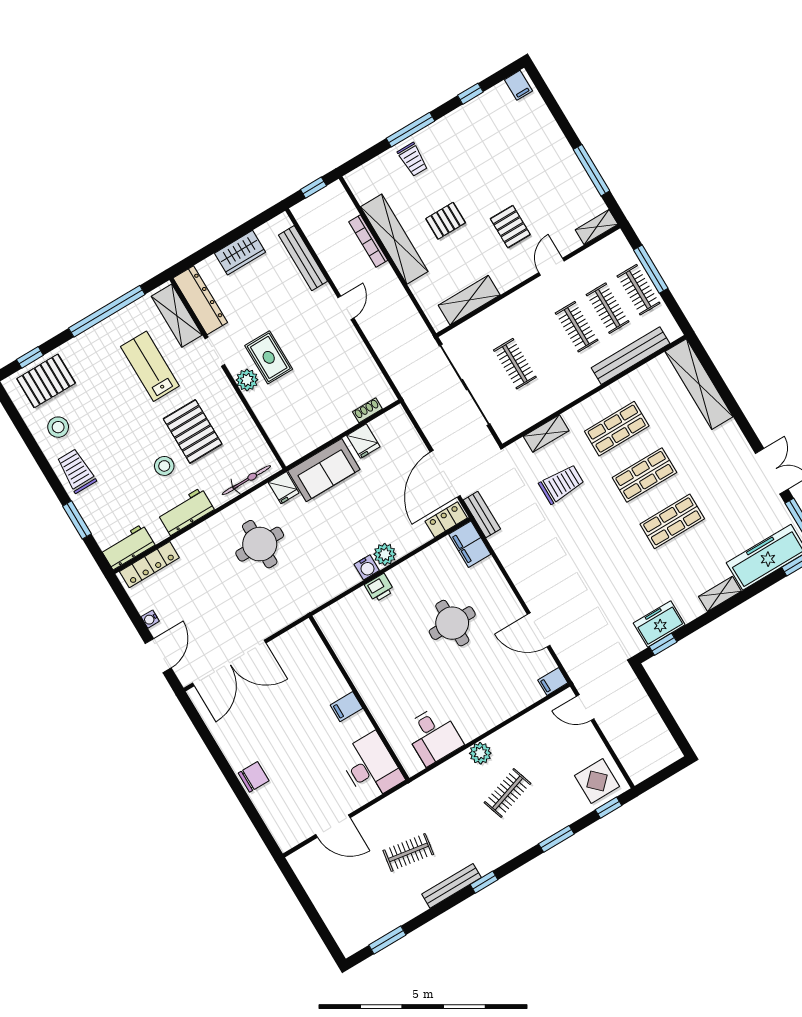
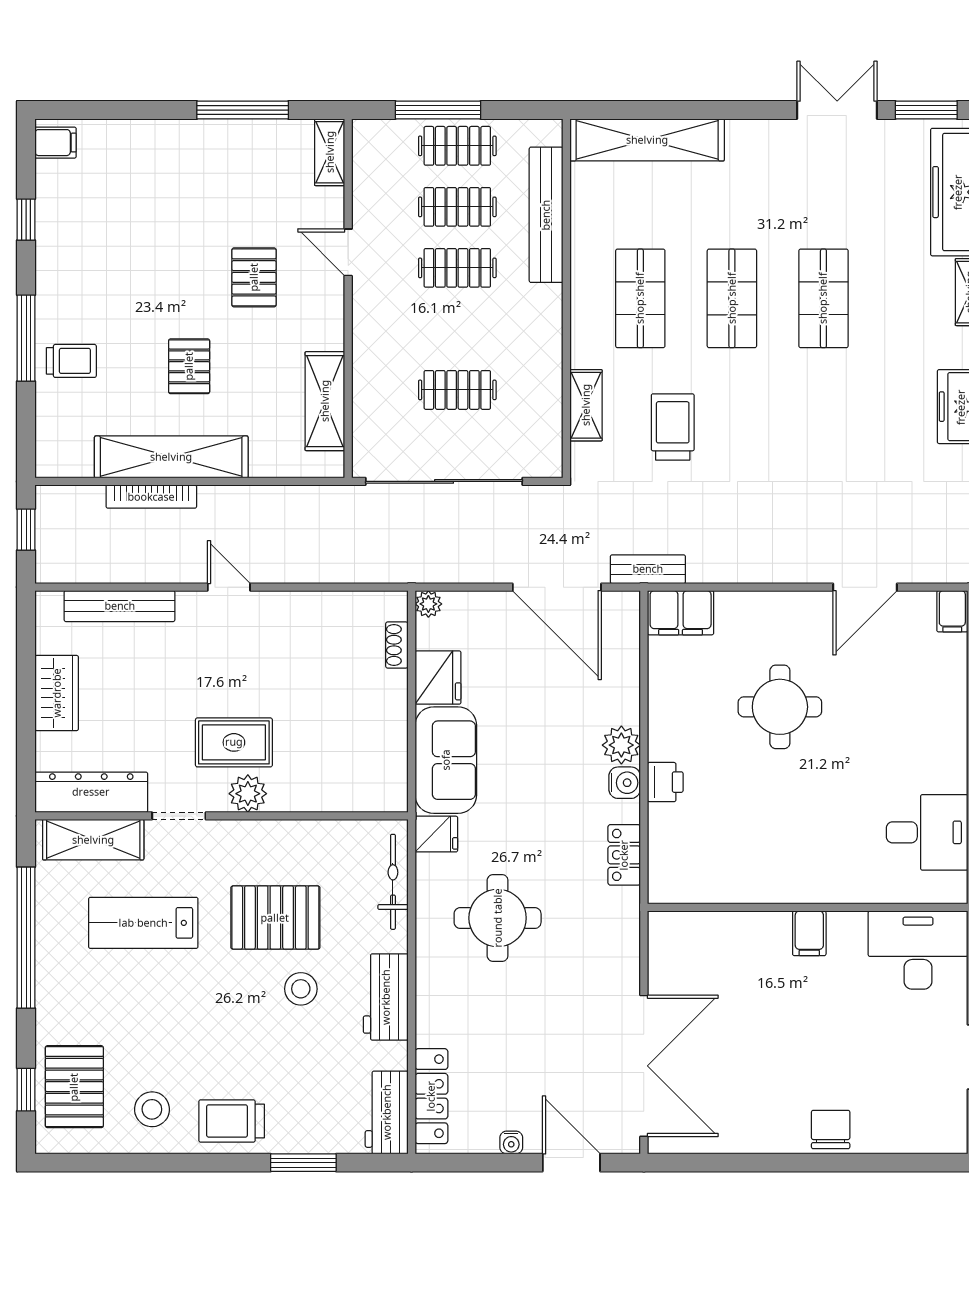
pallet: (510, 227) -> (254, 277), turned 90
plant: (398, 414) -> (428, 604), added
fridge: (363, 441) -> (438, 677), width x1.38
locker: (446, 520) -> (624, 855), moved

